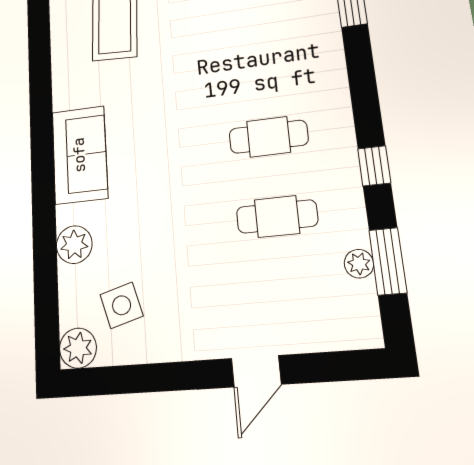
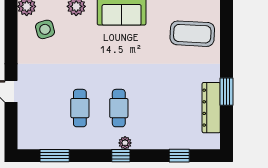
window: (374, 166) -> (121, 156), moved
plant: (359, 264) -> (125, 143), moved

